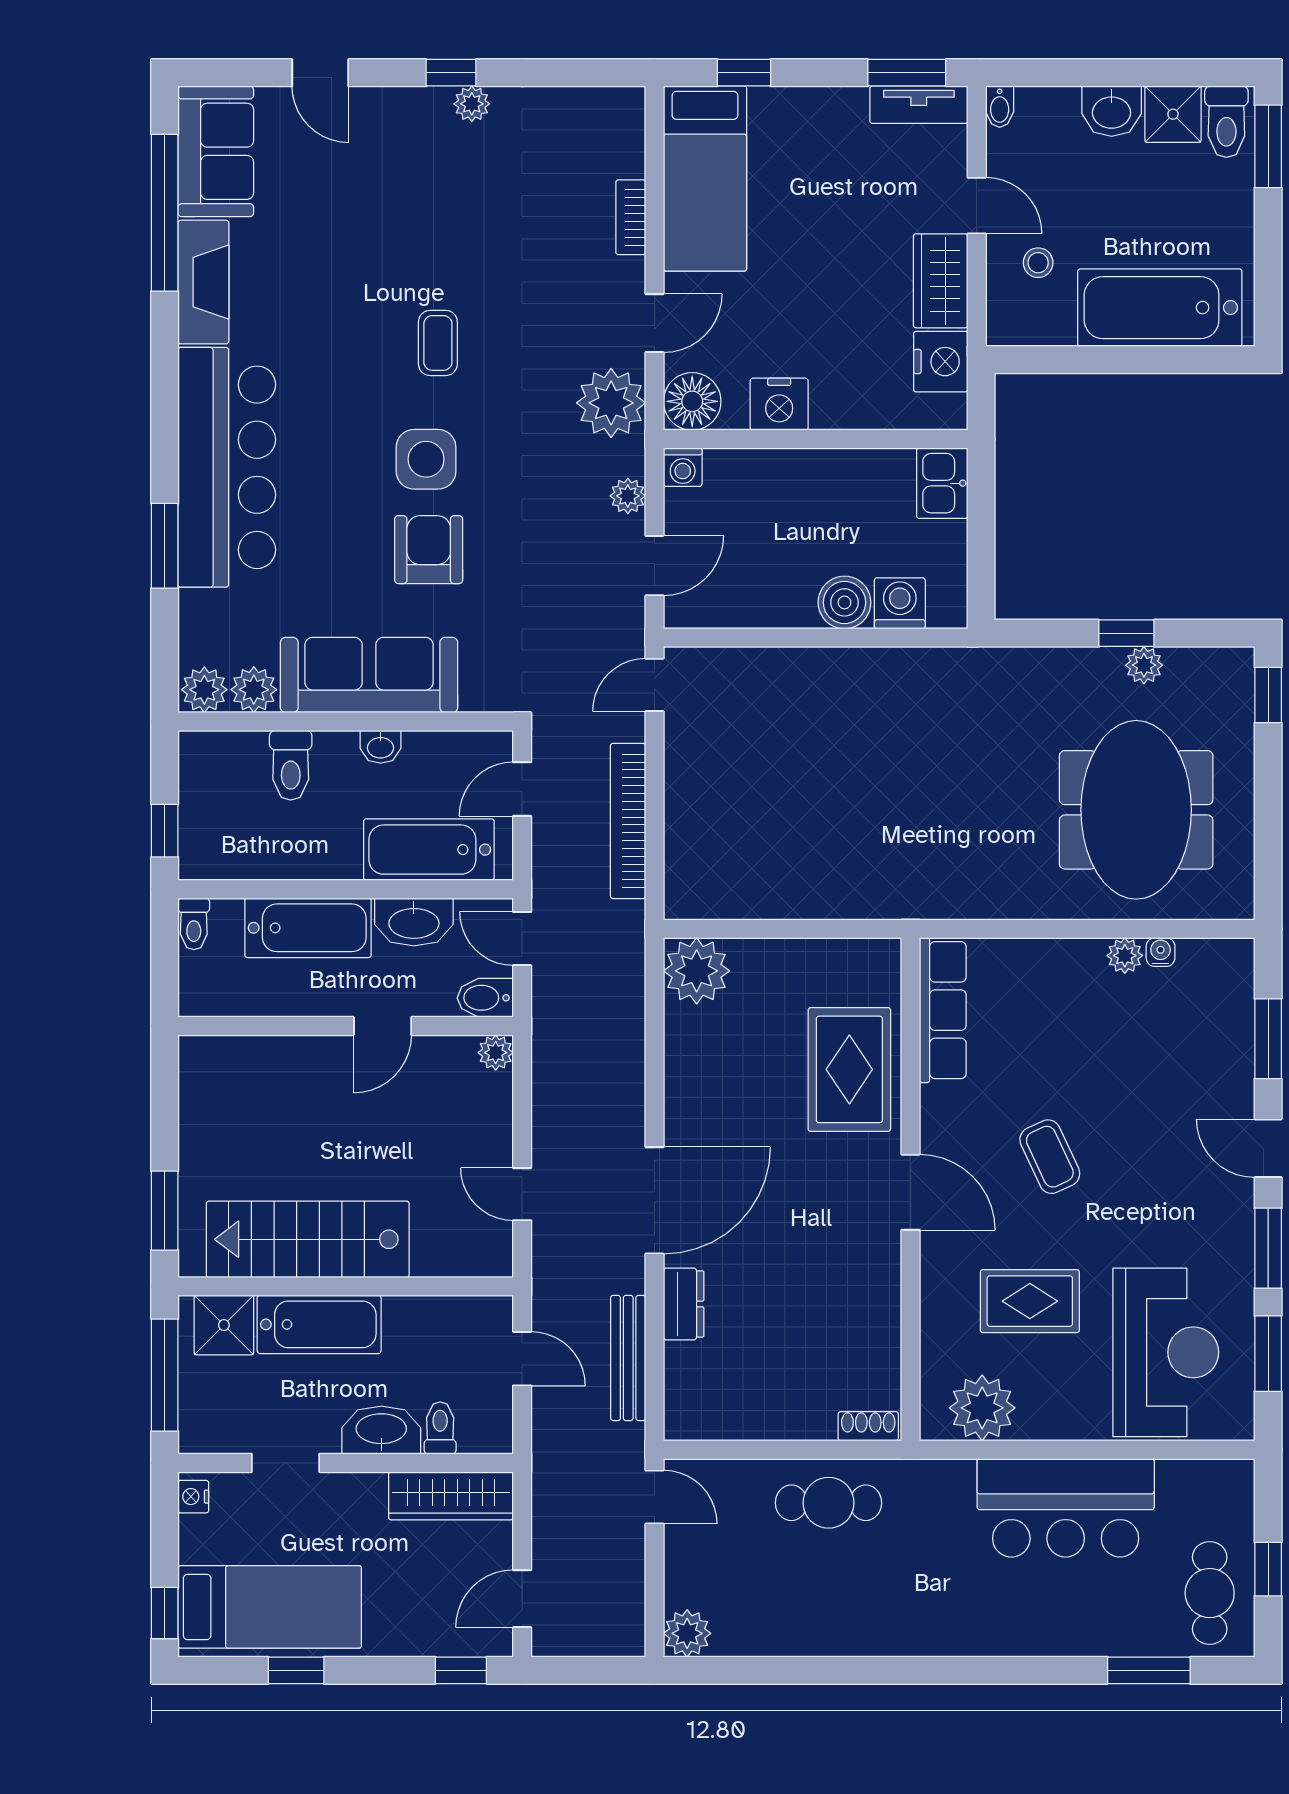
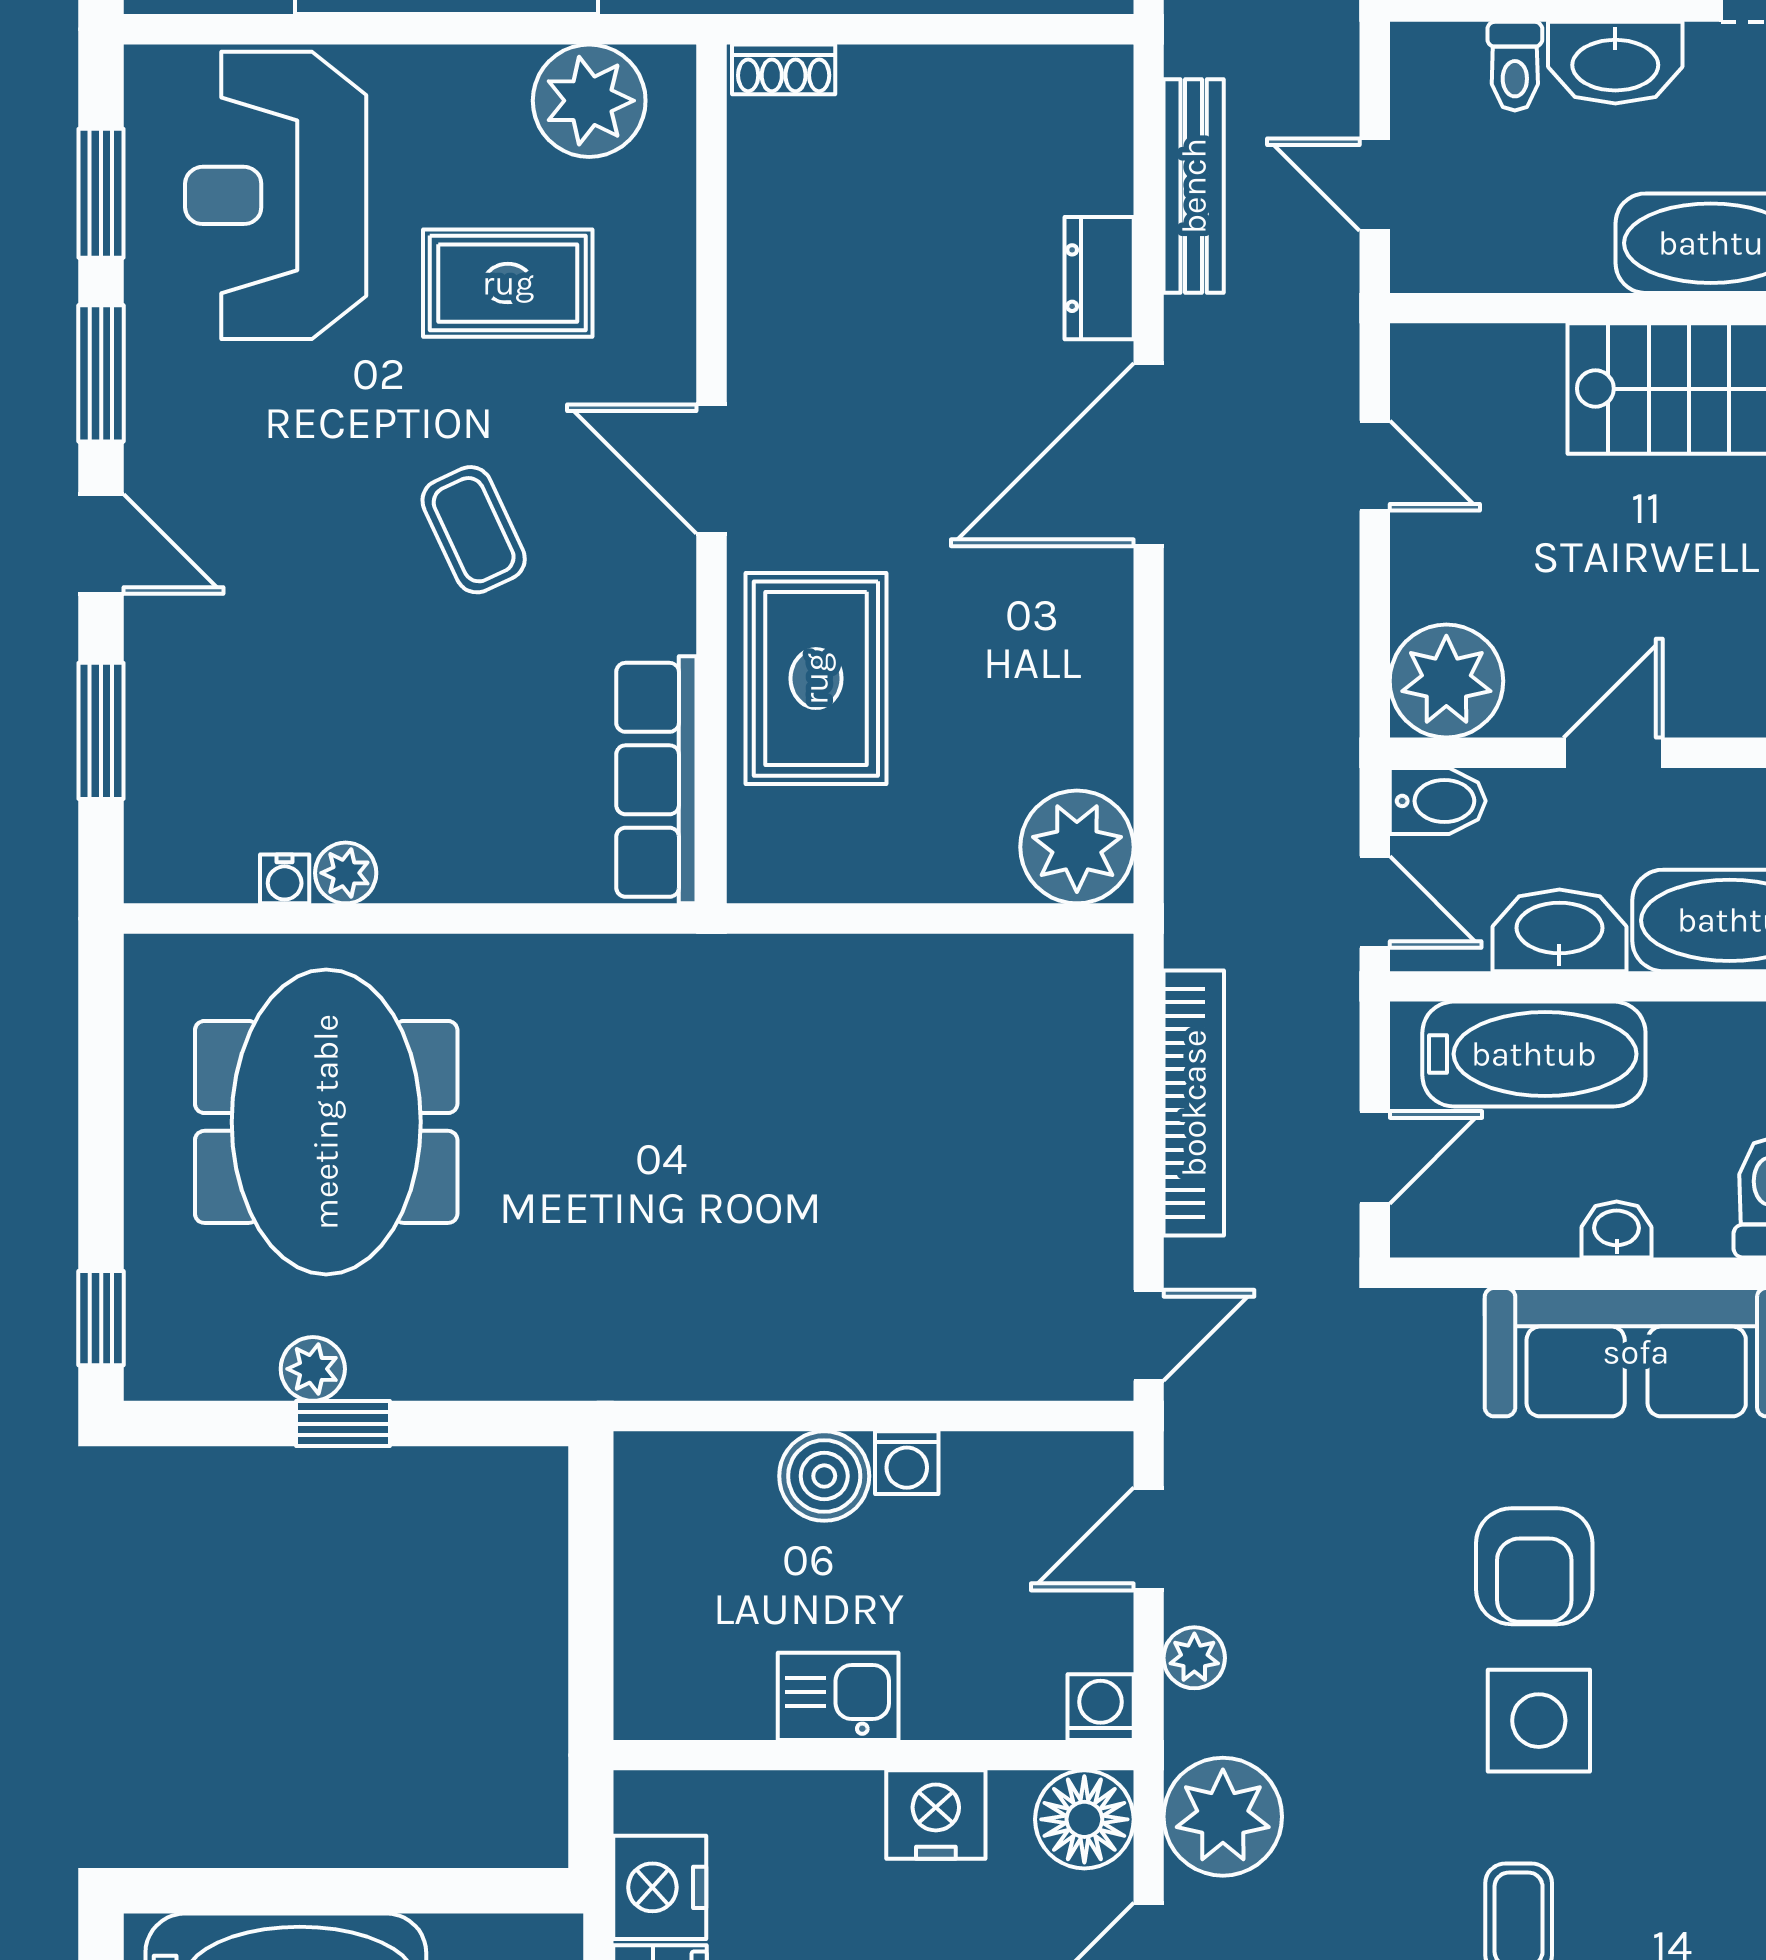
kitchen sink: (942, 483) -> (838, 1696), moved, turned -90
washing machine: (900, 603) -> (907, 1463), moved, width x0.73, depth x0.73
plant: (496, 1053) -> (1446, 681), width x1.88, depth x1.88

